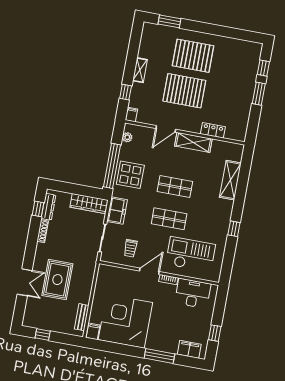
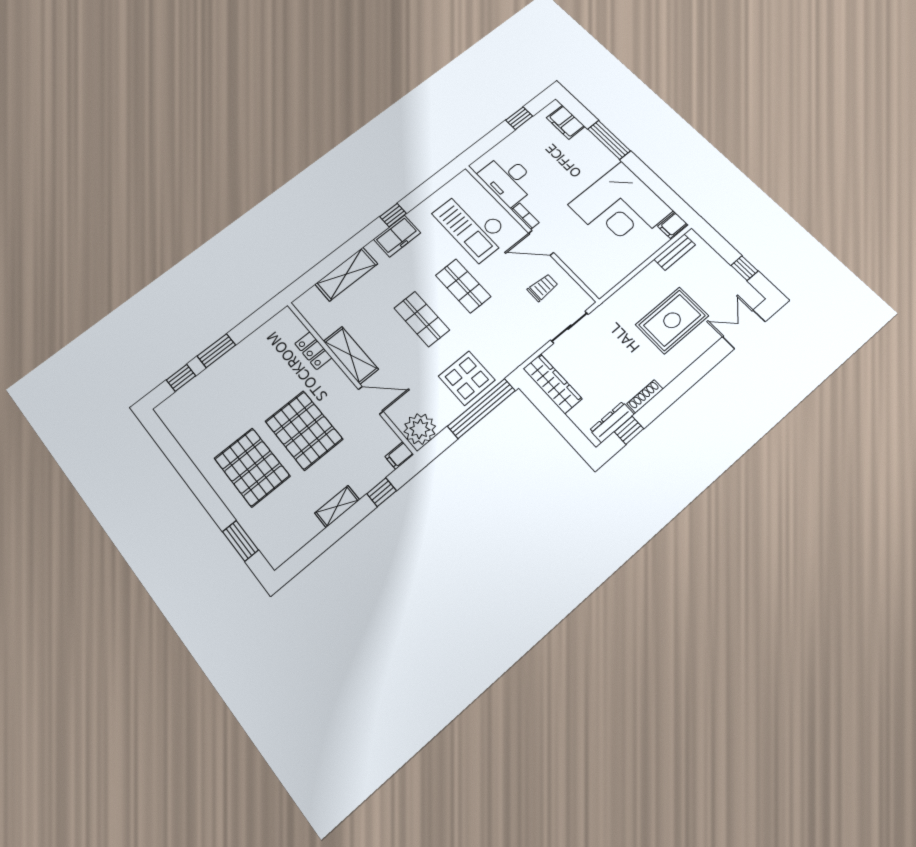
plant: (127, 137) -> (420, 429), width x1.88, depth x1.88
freezer: (117, 211) -> (397, 236), moved, turned 180
double door: (25, 282) -> (744, 329), moved

